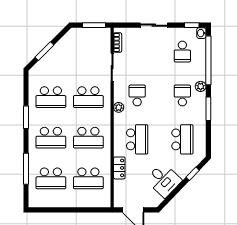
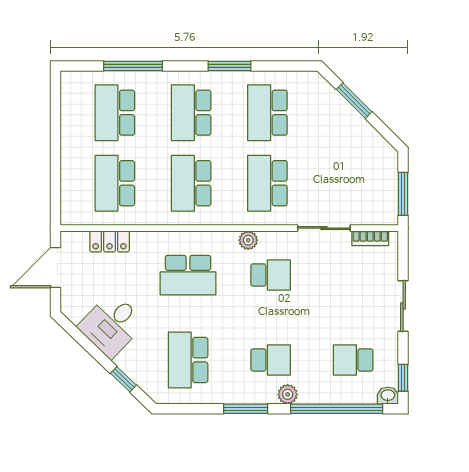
school desk: (182, 139) -> (188, 360), turned 90
locker: (119, 168) -> (110, 241), moved

